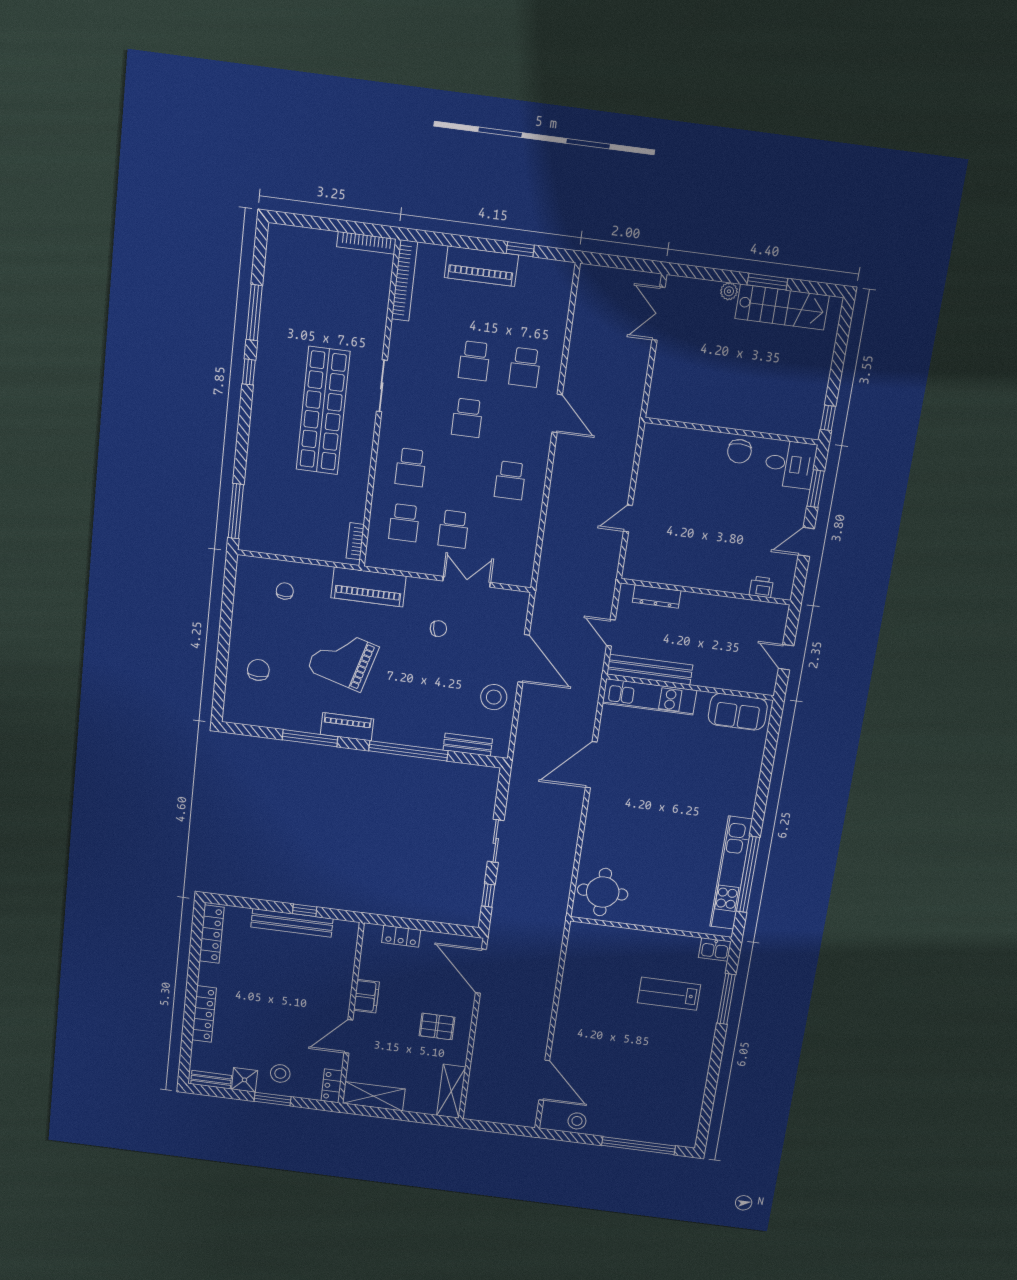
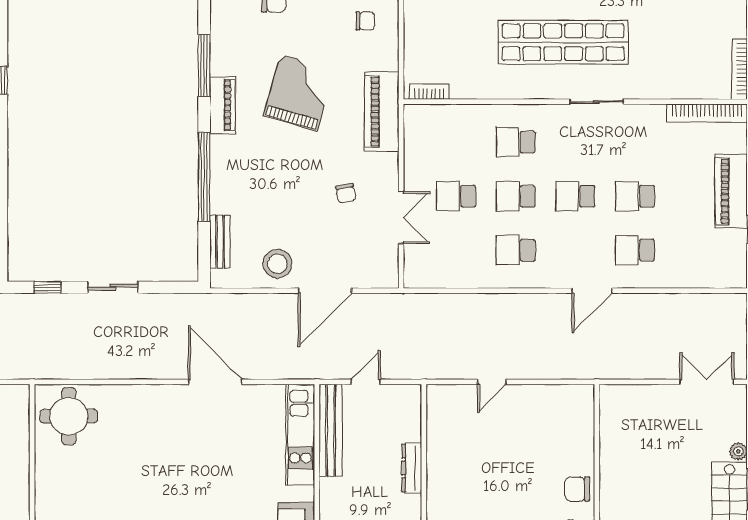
door: (628, 518) -> (492, 382), swing flipped
school desk: (404, 523) -> (516, 196), moved
dresser: (657, 597) -> (412, 468), moved

